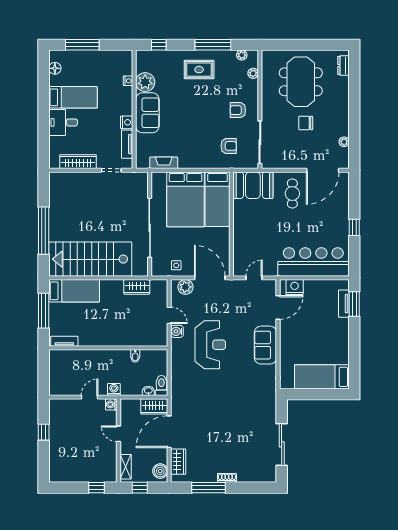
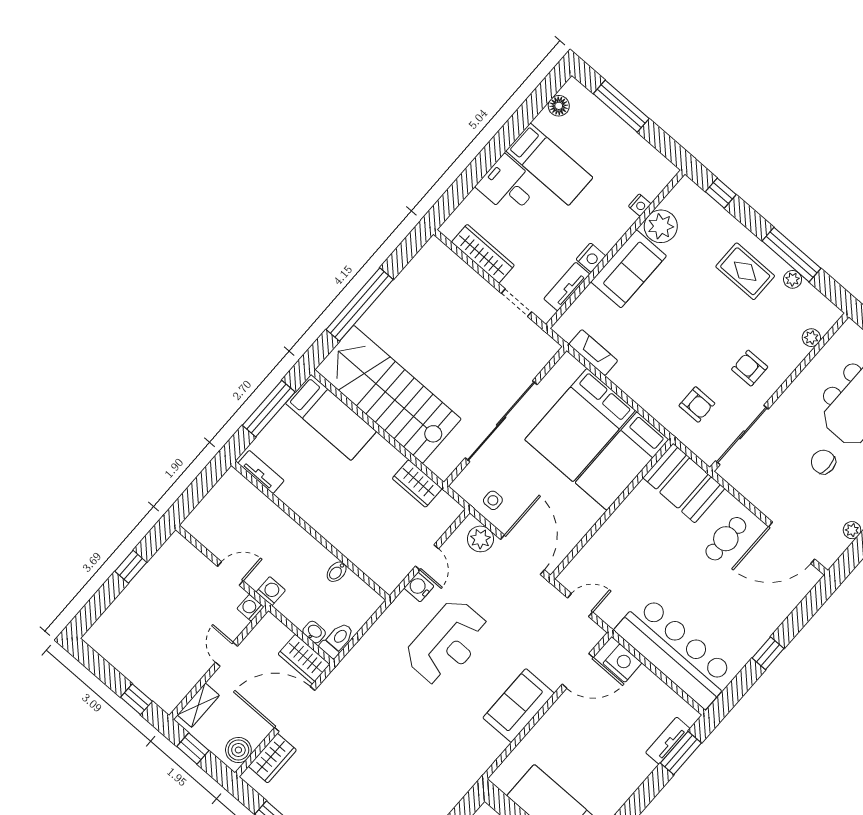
plant: (242, 55) -> (793, 279), moved

